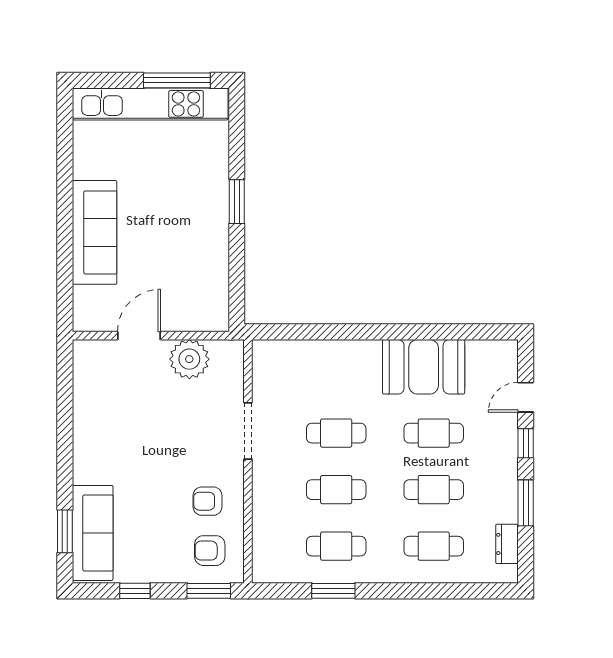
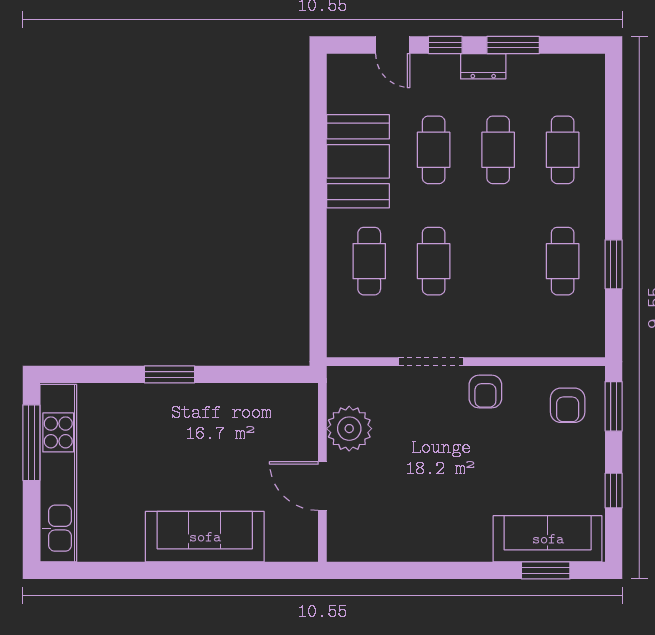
cafe table: (336, 490) -> (369, 261), moved
armchair: (208, 501) -> (485, 392), moved
dresser: (507, 544) -> (483, 66), moved

